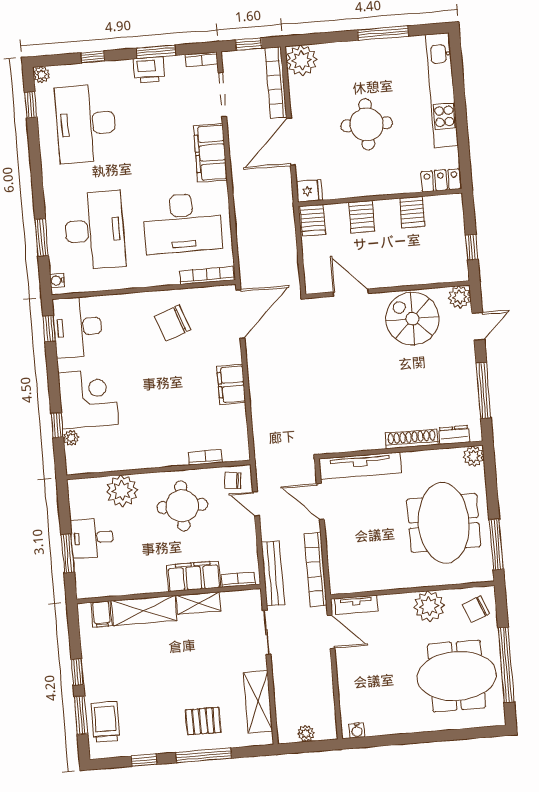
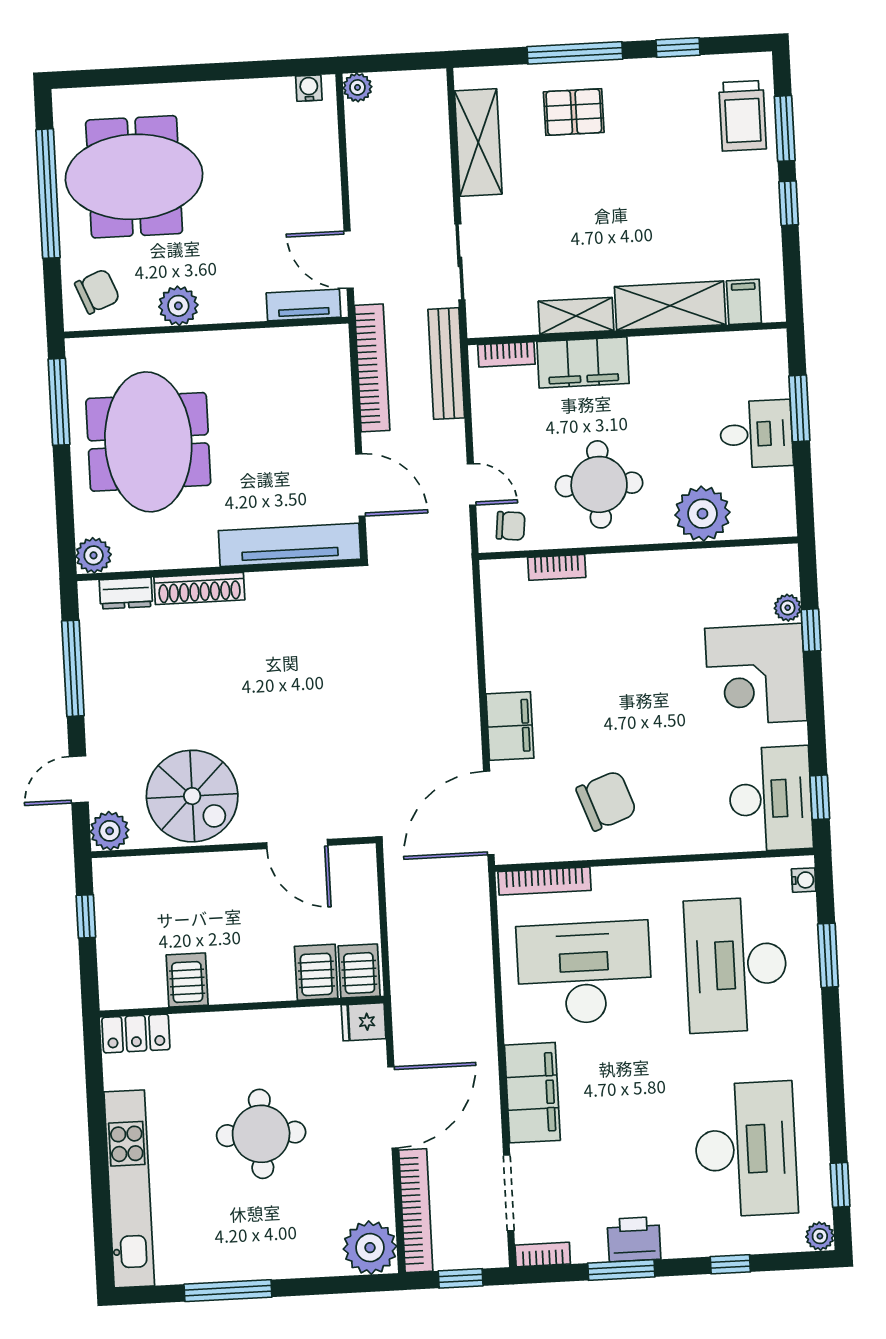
server rack: (362, 217) -> (316, 972), moved
filing cabinet: (231, 384) -> (510, 726), moved
plant: (429, 606) -> (178, 306), width x0.73, depth x0.73
plant: (306, 733) -> (357, 87), moved

